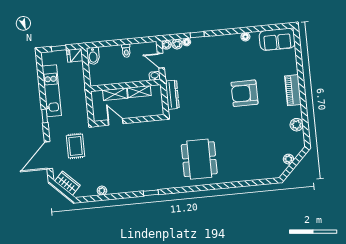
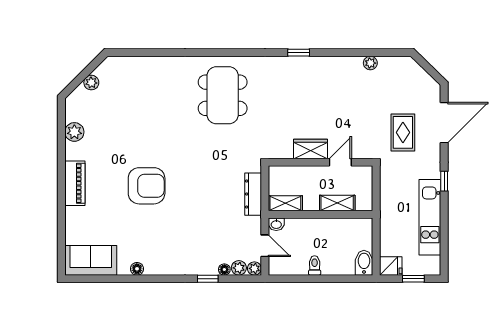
shelving: (139, 92) -> (285, 203), moved
door: (116, 122) -> (340, 162), swing flipped
wardrobe: (67, 183) -> (311, 149), moved, turned 136

